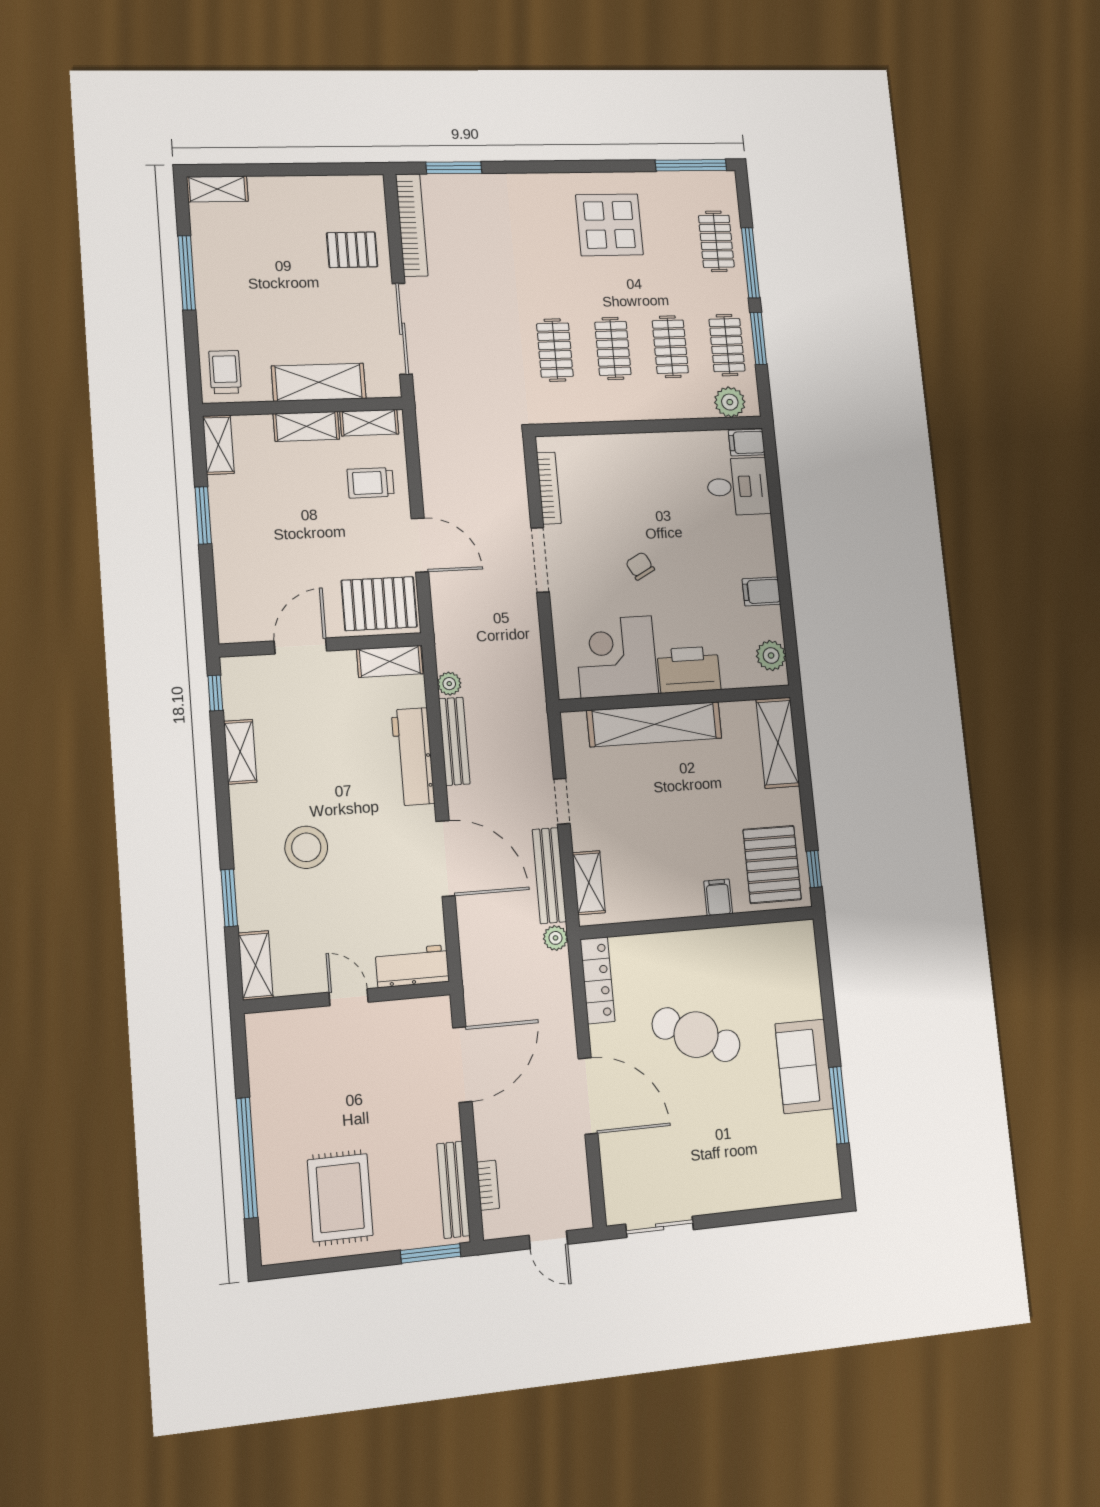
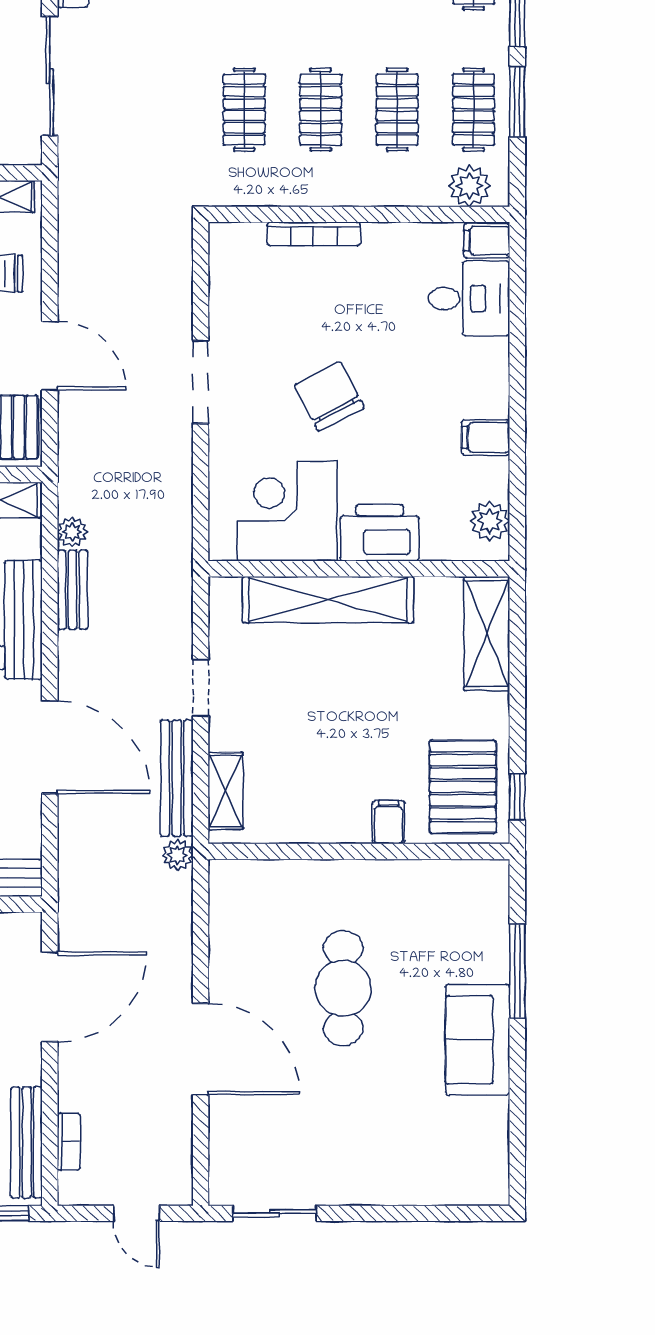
bookcase: (549, 488) -> (314, 234), moved, turned 90
chair: (640, 566) -> (329, 396), width x1.87, depth x1.87
bench: (454, 741) -> (72, 590), width x0.73
locker: (598, 980) -> (225, 911), removed
cafe table: (696, 1035) -> (343, 988), turned 65
window: (839, 1105) -> (517, 971), moved

